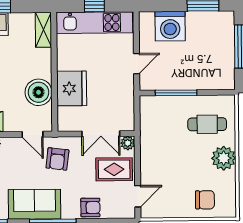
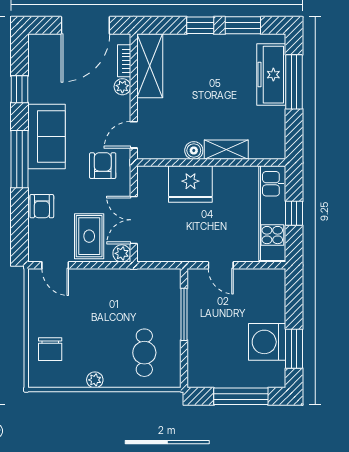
washing machine: (170, 26) -> (267, 342), moved
shelving: (43, 30) -> (226, 150), moved
boiler: (39, 92) -> (194, 150), width x0.54, depth x0.54
plant: (224, 158) -> (95, 380), width x0.53, depth x0.53
armchair: (57, 159) -> (103, 166), turned 83

